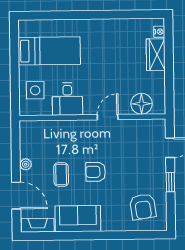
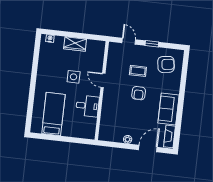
wardrobe: (156, 55) -> (75, 44), moved
side table: (35, 90) -> (74, 77), moved
floor lamp: (142, 104) -> (97, 57), removed
coffee table: (61, 174) -> (138, 71), moved

